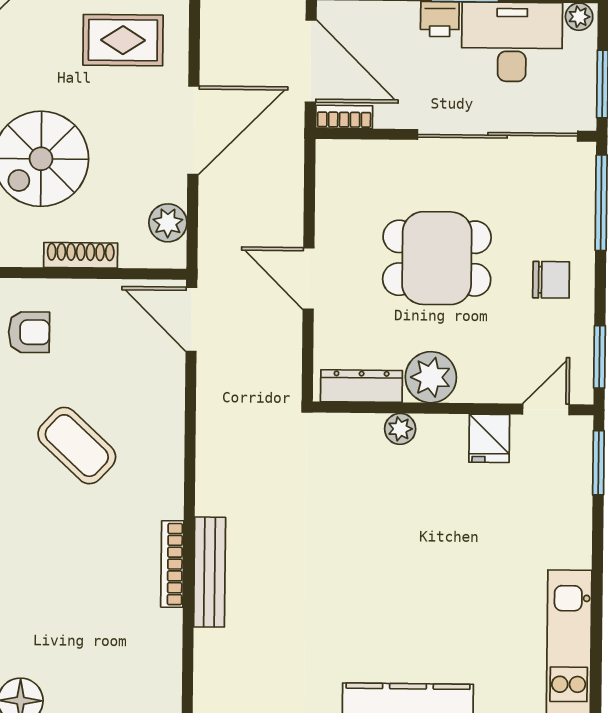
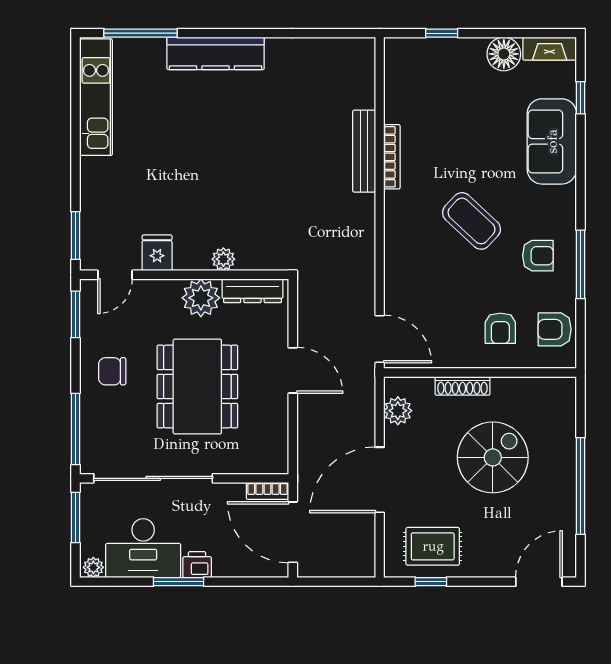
dining table: (437, 258) -> (197, 387), width x1.38
armchair: (29, 332) -> (500, 328), turned -90
coffee table: (77, 446) -> (472, 221), moved

